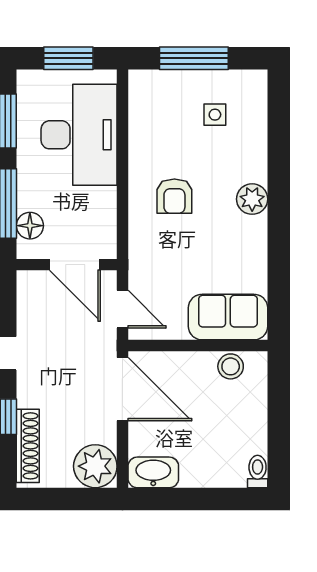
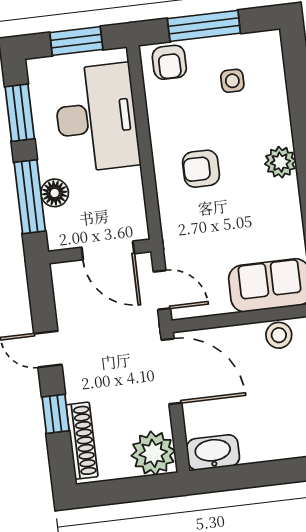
armchair: (156, 90) -> (169, 62), added
armchair: (174, 196) -> (201, 169), turned 90
floor lamp: (30, 226) -> (55, 193), moved

